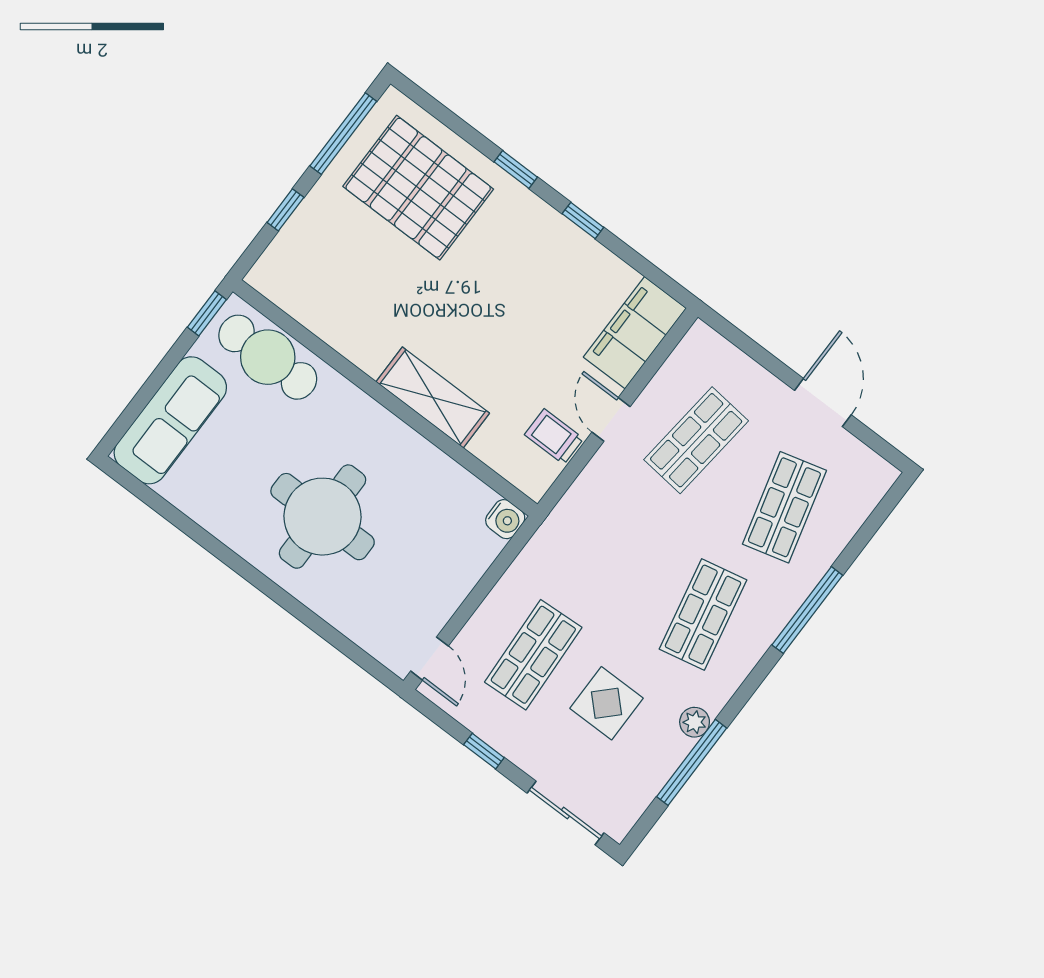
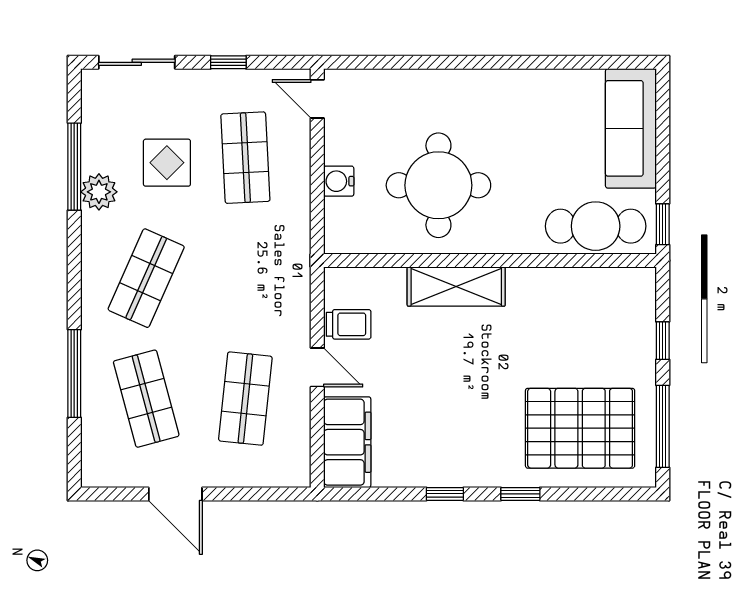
round table: (323, 517) -> (438, 185), moved
water cooler: (505, 519) -> (339, 181), moved
window: (807, 610) -> (74, 373), moved
shop shelf: (703, 615) -> (146, 278), turned 36
plant: (695, 722) -> (99, 192), width x1.38, depth x1.38

